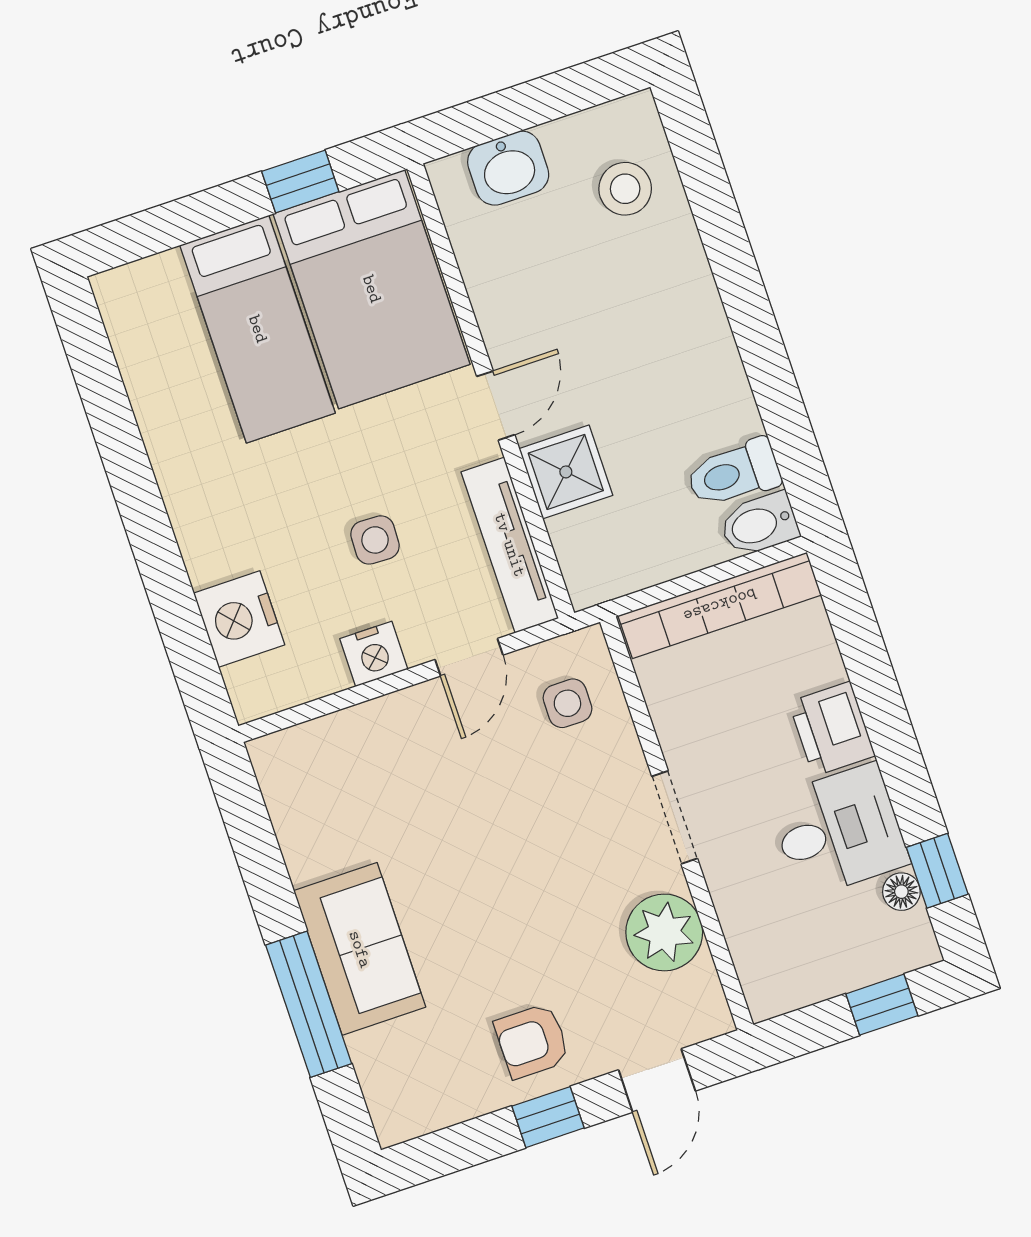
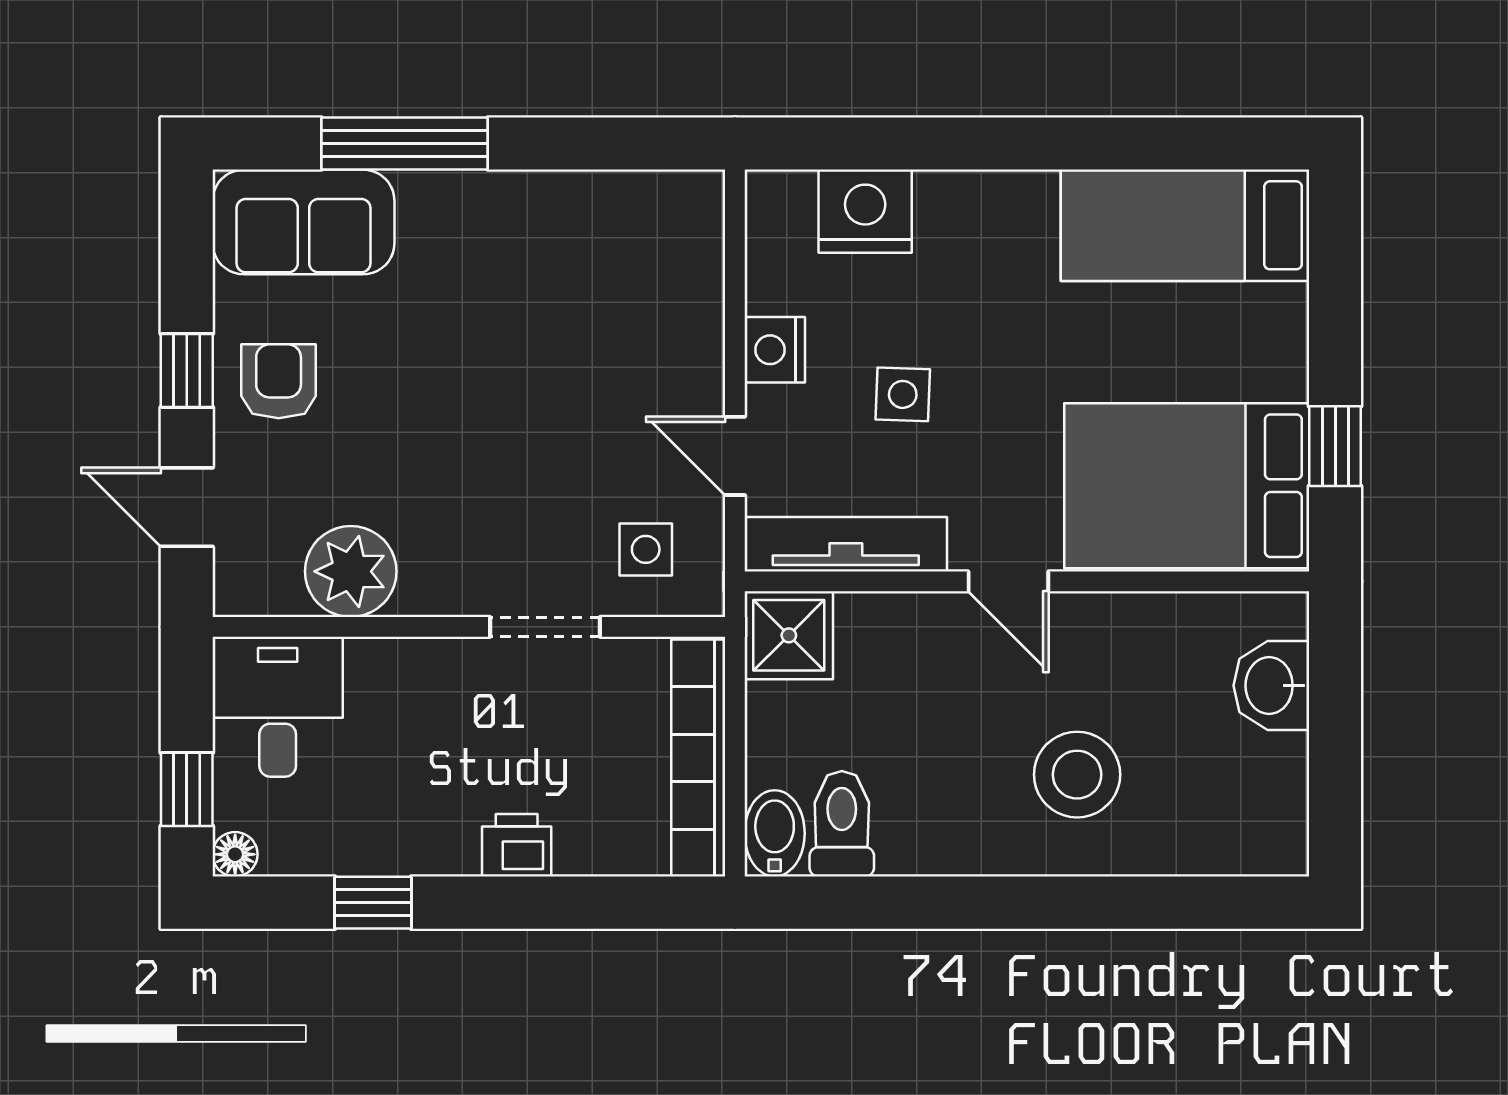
stool: (625, 189) -> (1077, 775), moved, width x1.38, depth x1.38
bed: (258, 329) -> (1185, 225), moved
shower: (566, 472) -> (789, 635), moved
printer: (832, 729) -> (517, 845), width x0.73, depth x0.81
doorway: (675, 817) -> (545, 627), moved
desk: (839, 831) -> (278, 707), moved, turned 180
window: (937, 871) -> (373, 903), moved
floor lamp: (901, 892) -> (235, 854), moved
sofa: (360, 949) -> (303, 222), moved

